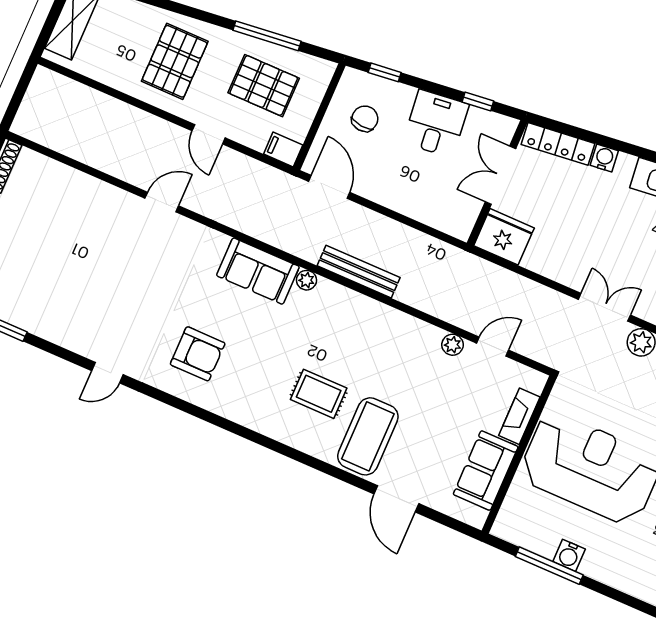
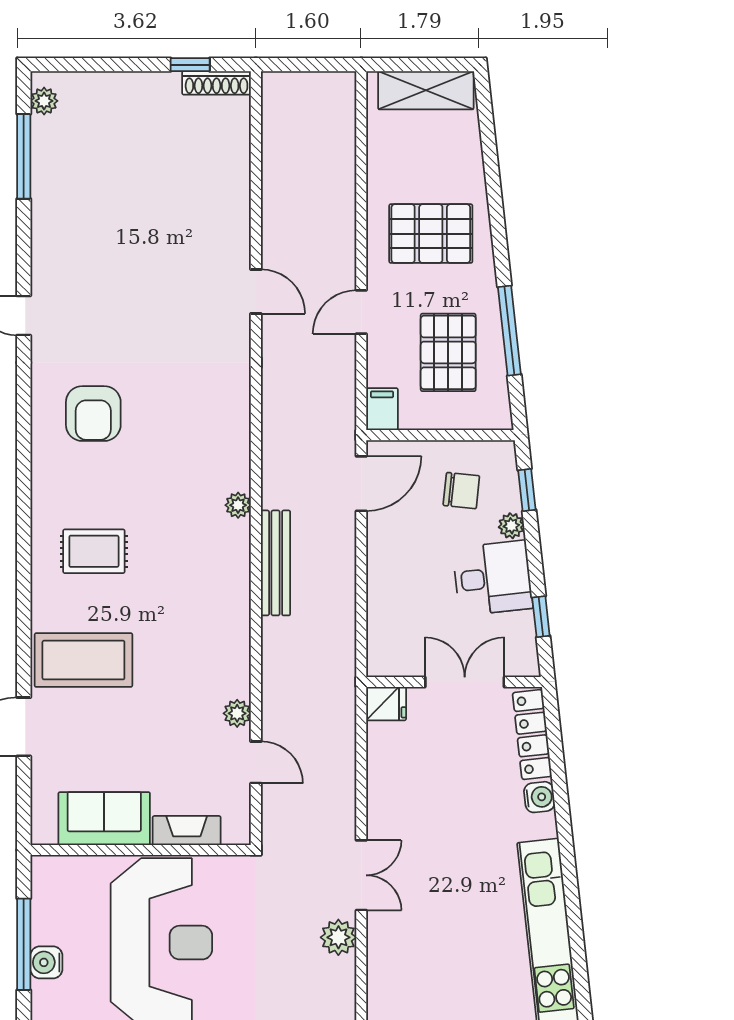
plant: (405, 94) -> (511, 526), added
fridge: (504, 237) -> (386, 704), width x0.53, depth x0.75
sofa: (258, 271) -> (224, 442), removed
rug: (319, 394) -> (94, 551), moved, turned 90

